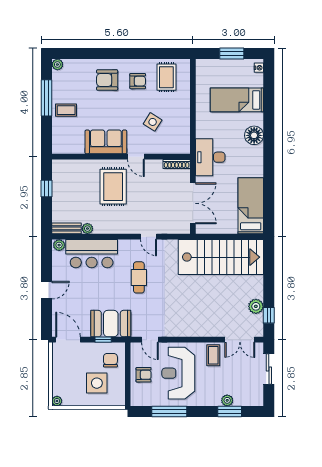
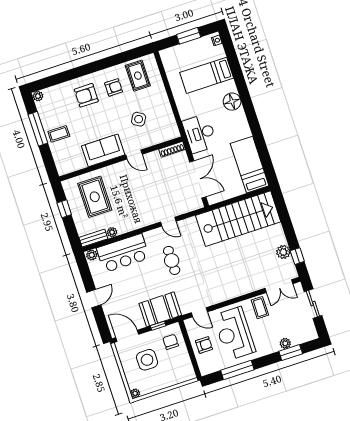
rug: (113, 187) -> (95, 197), moved
side table: (97, 383) -> (147, 360), moved

